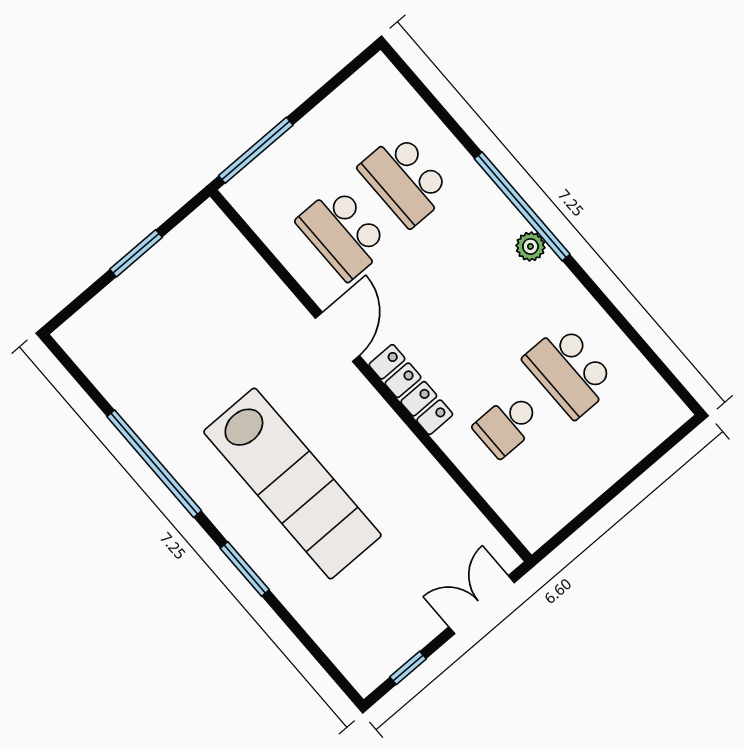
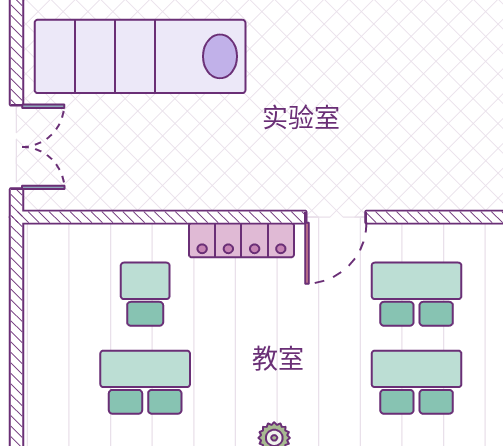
door: (337, 337) -> (336, 217), hinge flipped
lab bench: (292, 484) -> (140, 56), moved
window: (408, 668) -> (16, 43), removed

